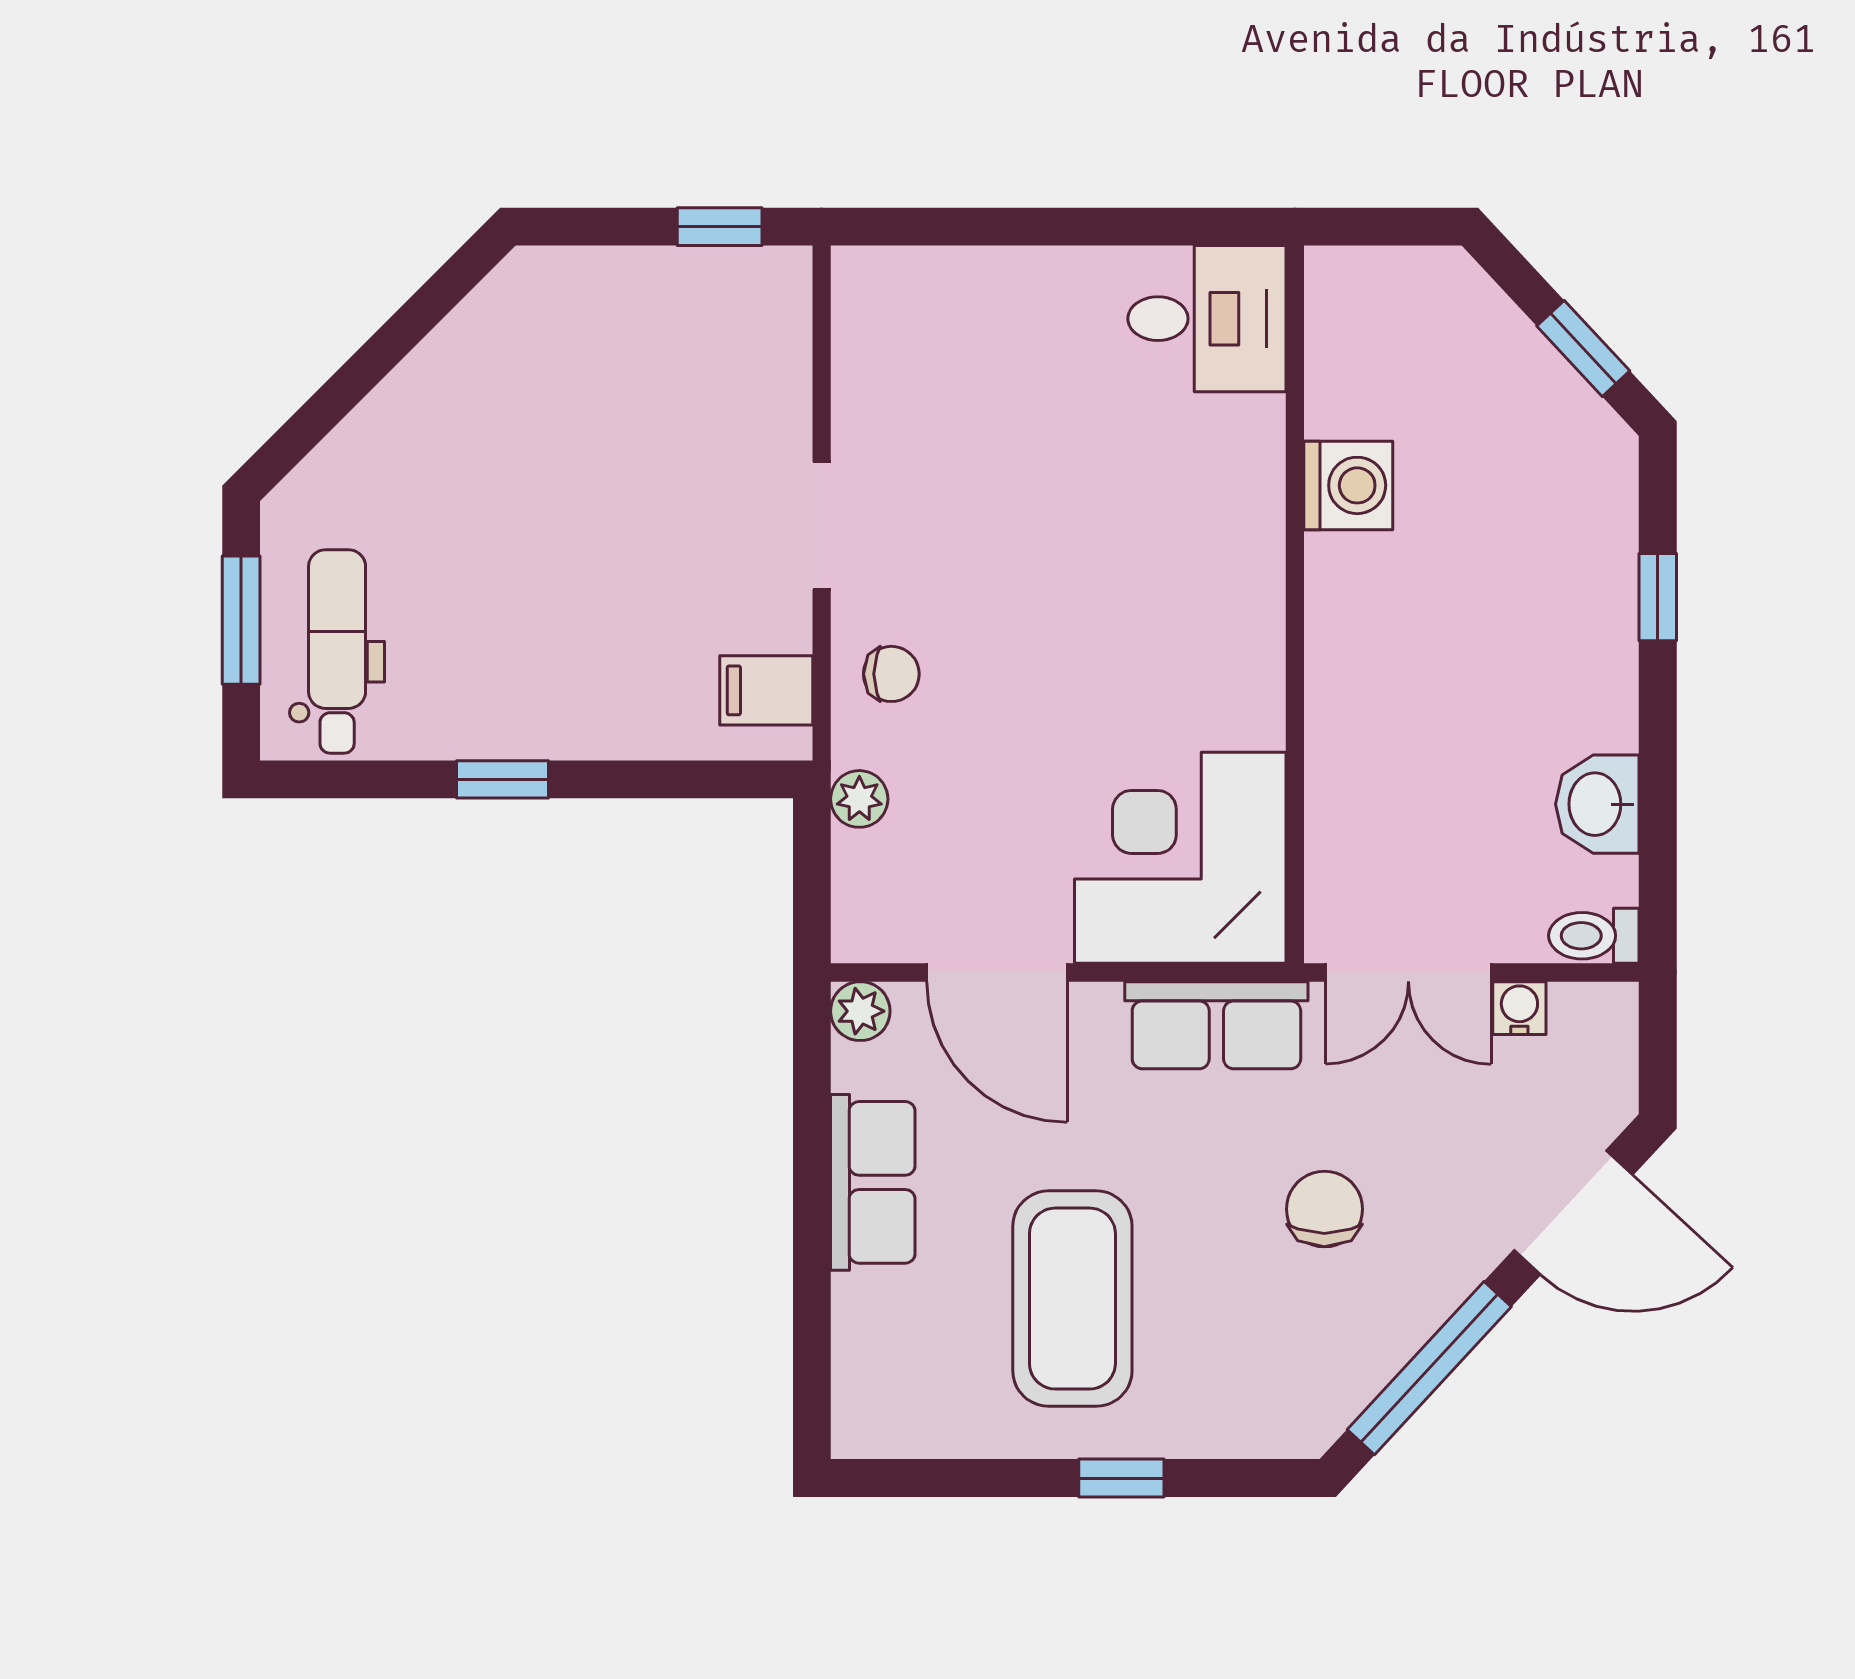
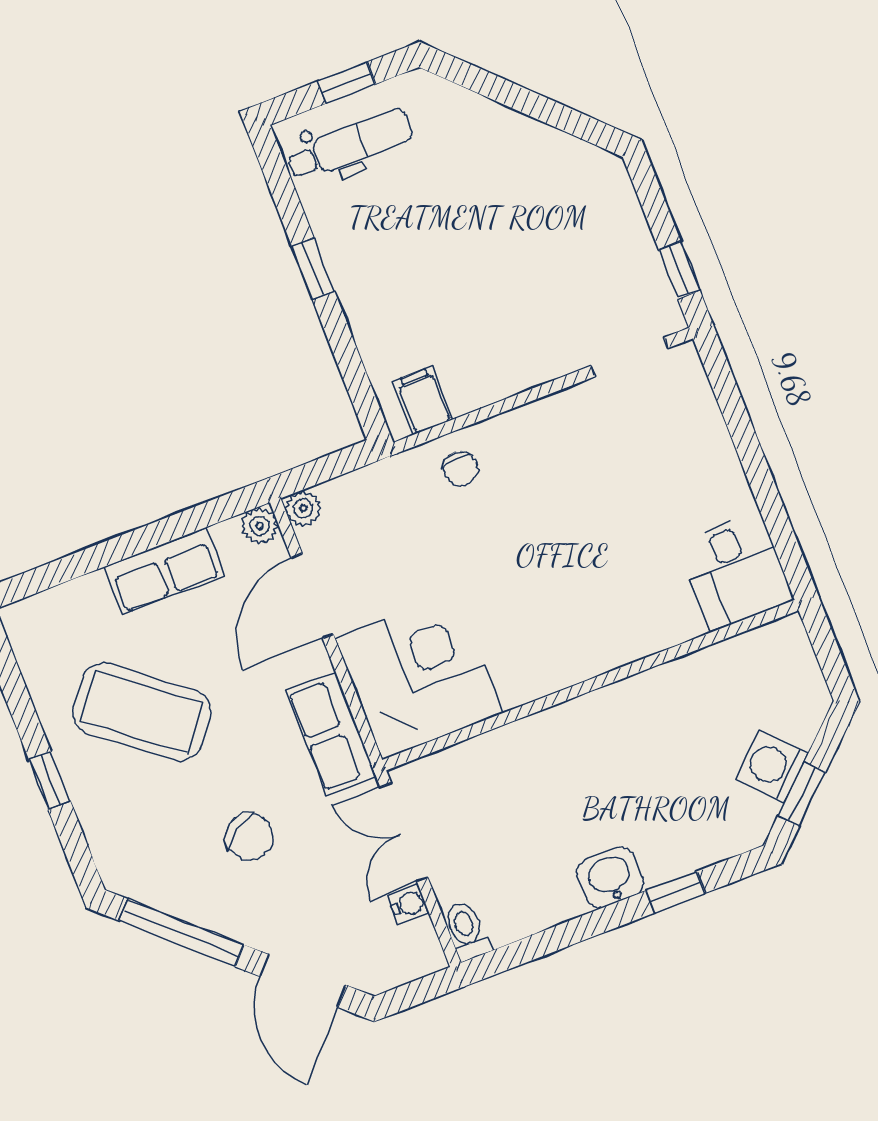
washing machine: (1348, 485) -> (772, 766), moved, turned 137
doorway: (822, 526) -> (630, 357), moved
window: (241, 620) -> (346, 83), width x0.67
plant: (859, 799) -> (303, 508), moved
washbasin: (1597, 804) -> (610, 877), moved
chair: (1324, 1209) -> (249, 837), turned 55
coffee table: (1072, 1299) -> (142, 712), turned 38

